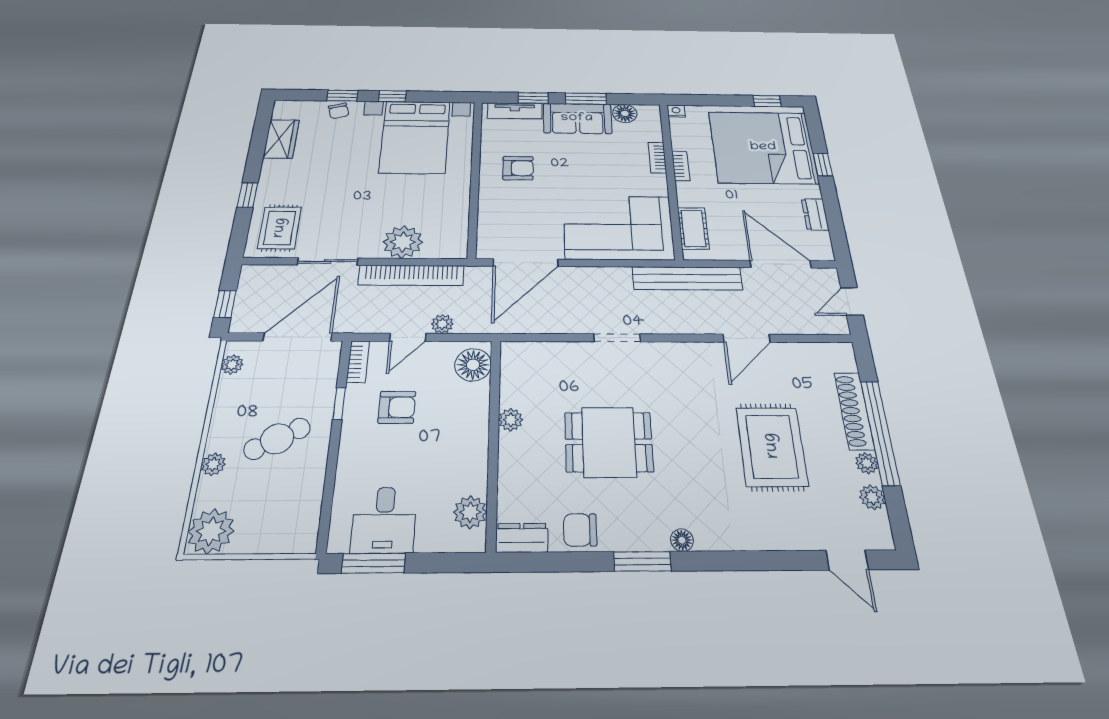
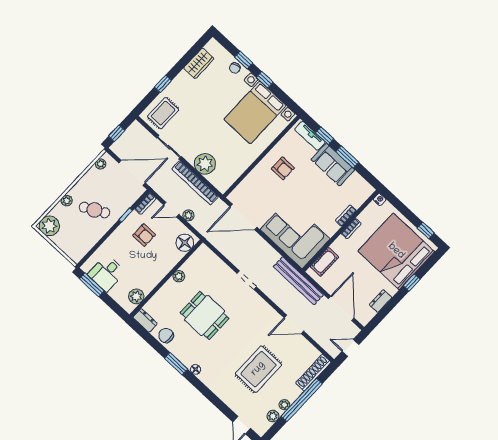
floor lamp: (625, 113) -> (356, 180), removed
shoe rack: (854, 411) -> (313, 373), moved

